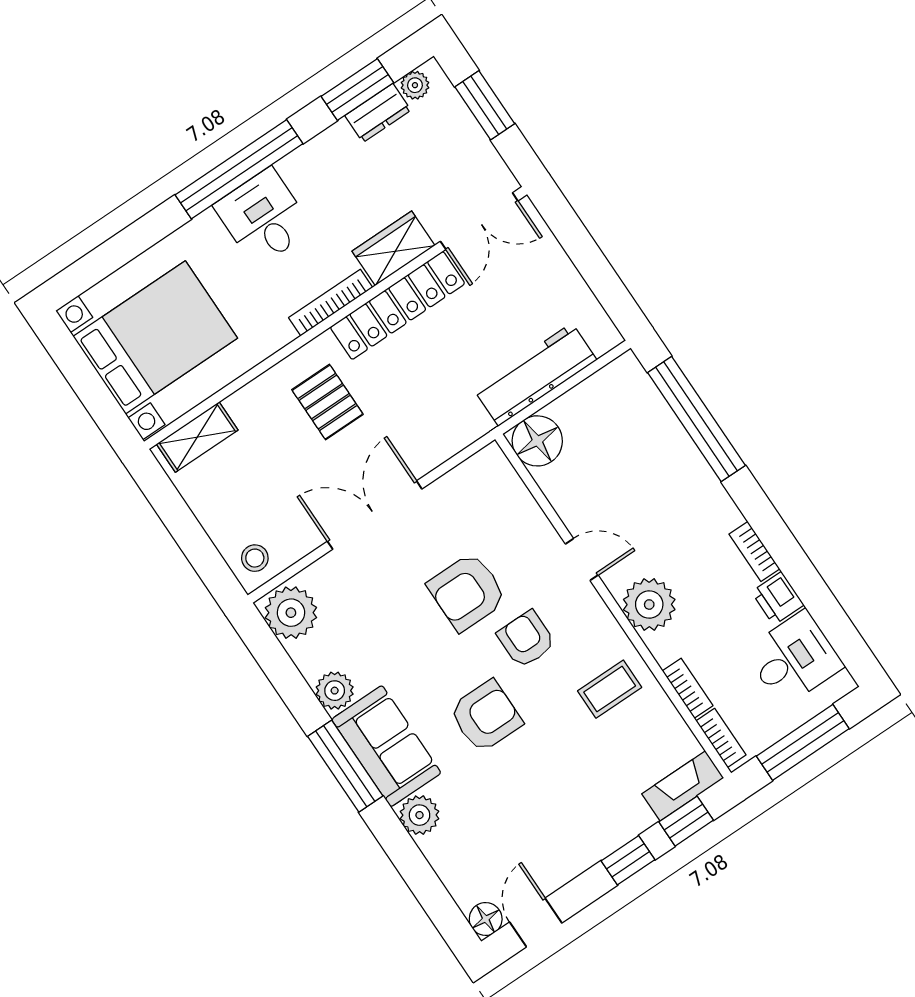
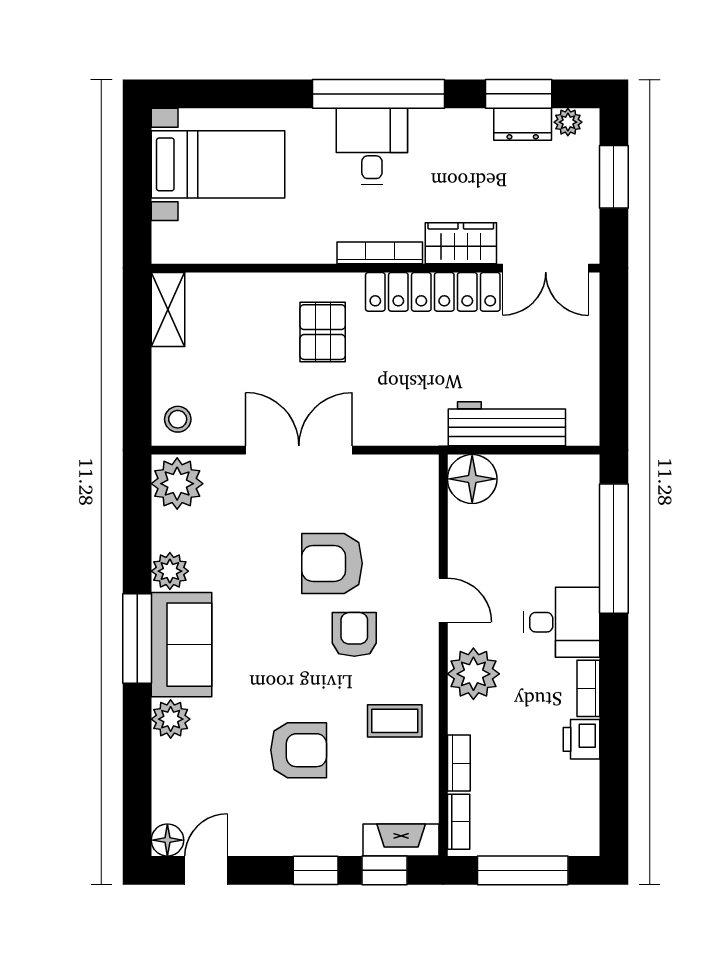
bed with nightstands: (155, 337) -> (218, 164), width x0.73
shelving: (197, 437) -> (168, 309), moved, turned 90
desk: (794, 658) -> (562, 622), moved
armchair: (486, 716) -> (299, 750), moved

